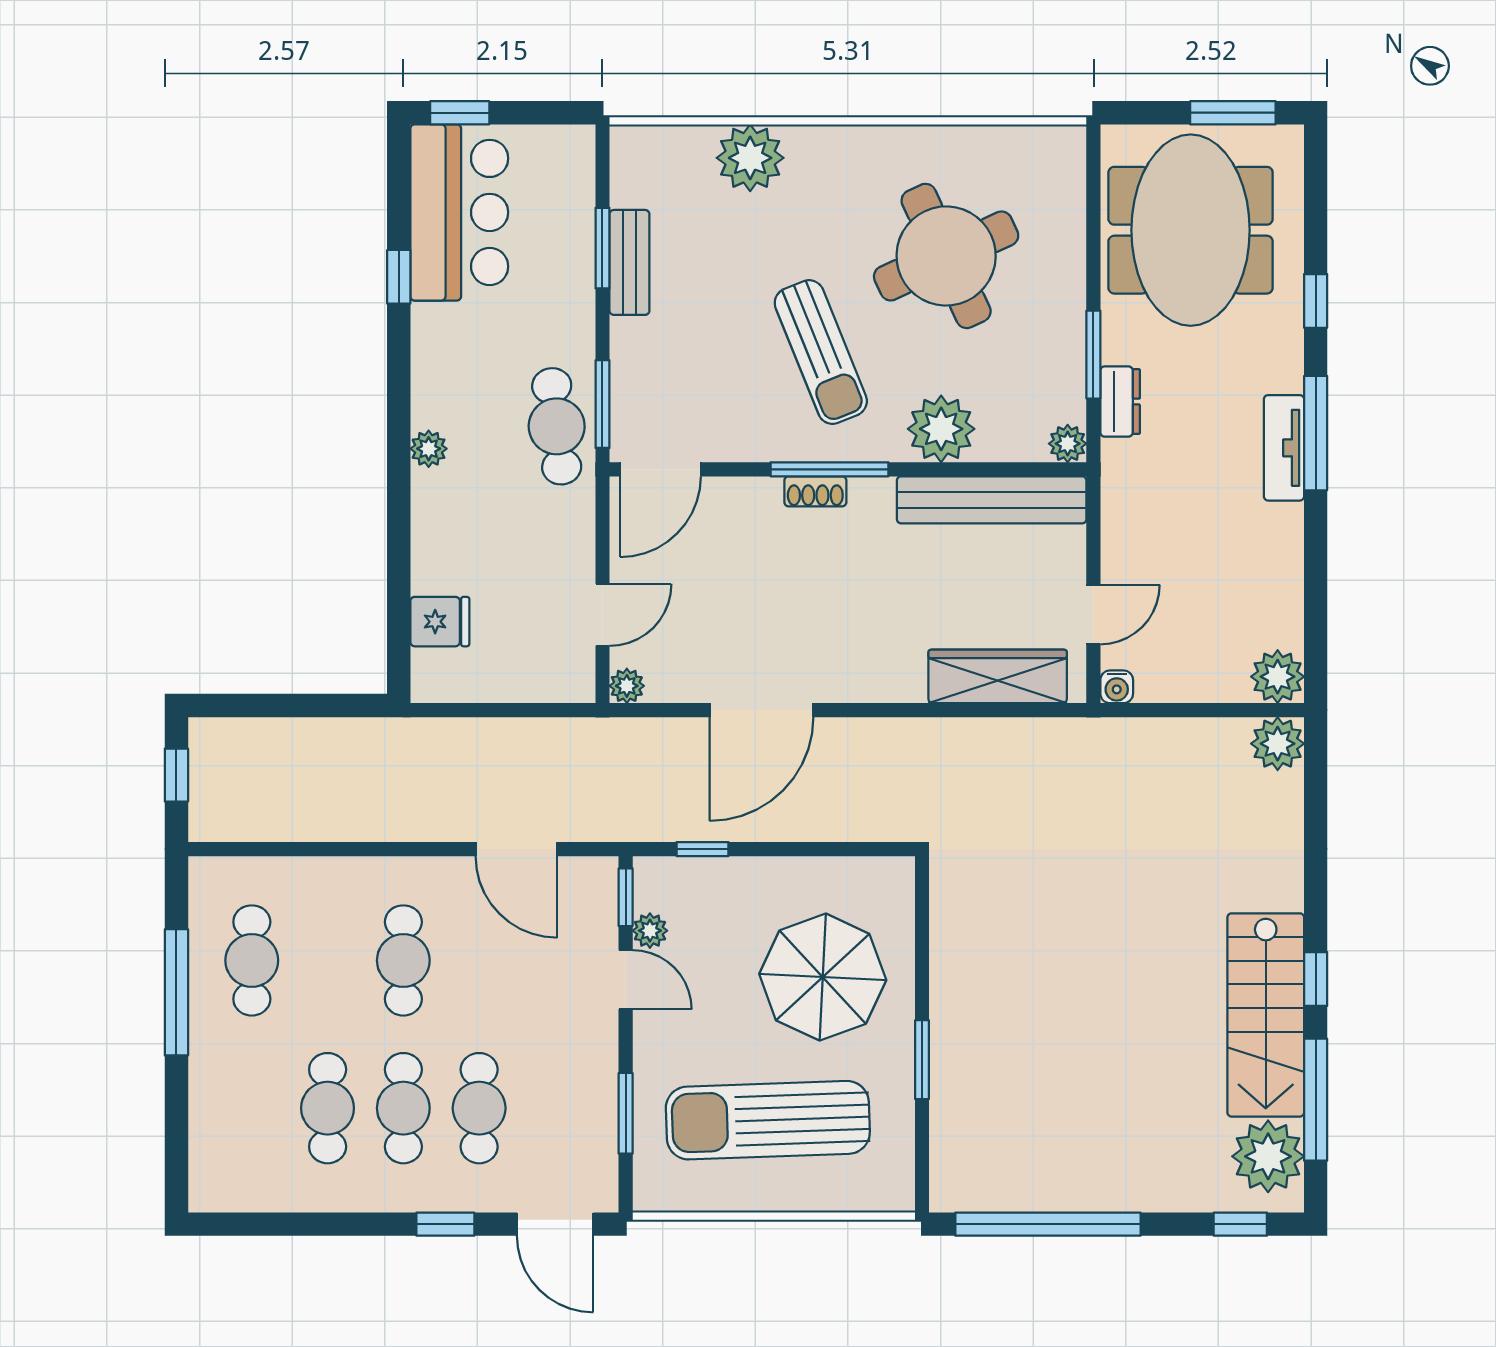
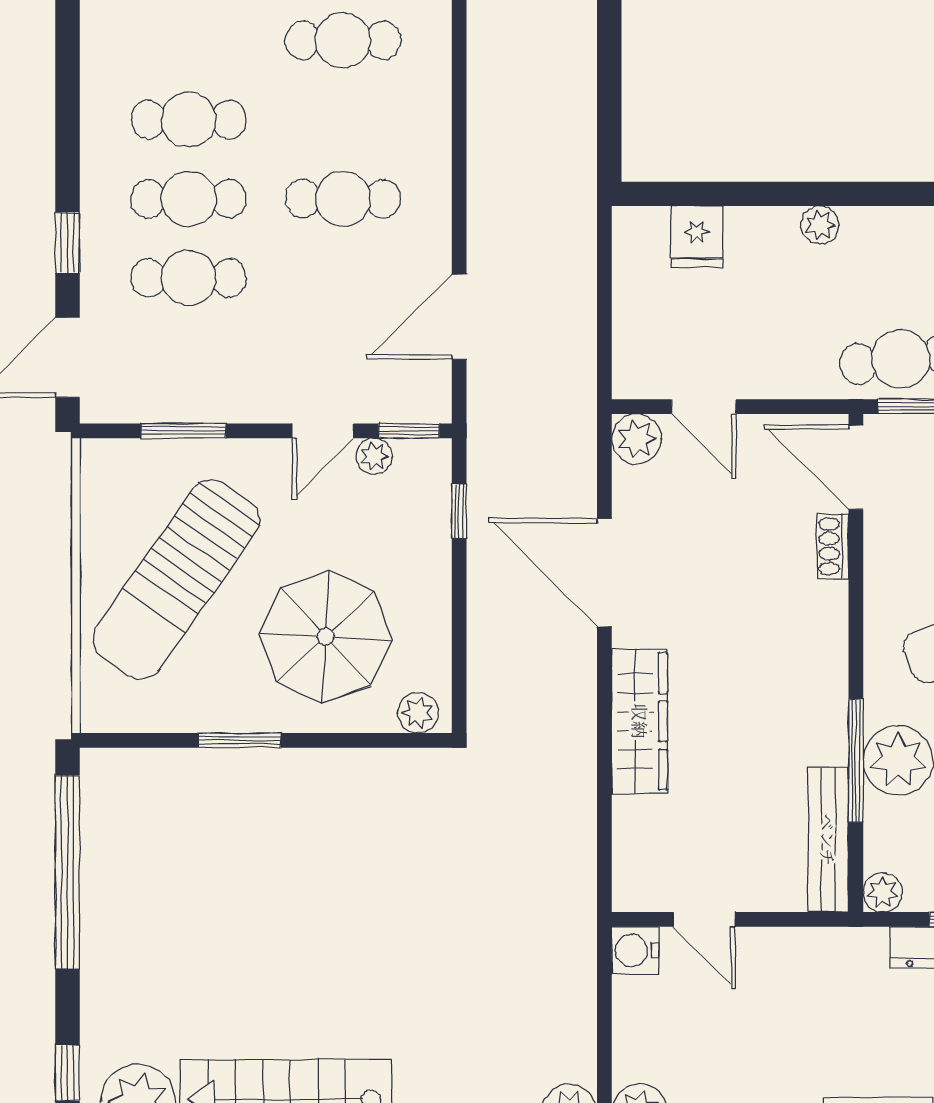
plant: (429, 449) -> (820, 225), moved
window: (829, 469) -> (856, 761), moved
shoe rack: (815, 491) -> (833, 546), moved
bench: (992, 500) -> (828, 840), width x0.73, depth x0.82
wardrobe: (998, 676) -> (640, 721), moved
plant: (627, 686) -> (636, 439), width x1.38, depth x1.38
water cooler: (1117, 687) -> (635, 950), width x1.38, depth x1.38
plant: (896, 888) -> (418, 713), added
sun lounger: (768, 1120) -> (176, 579), turned -143

